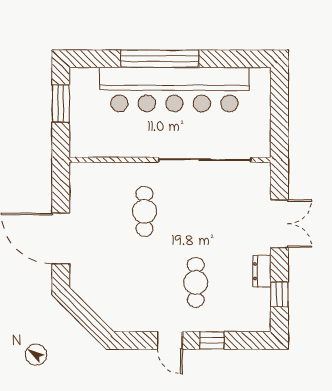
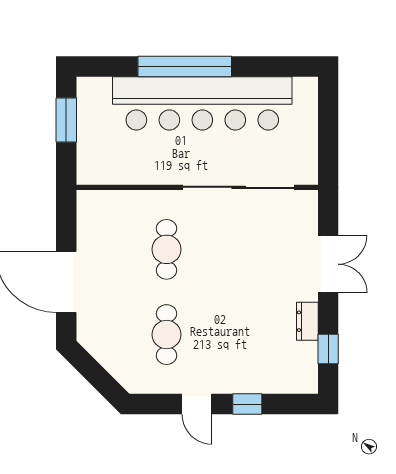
cafe table: (196, 282) -> (167, 335), moved

